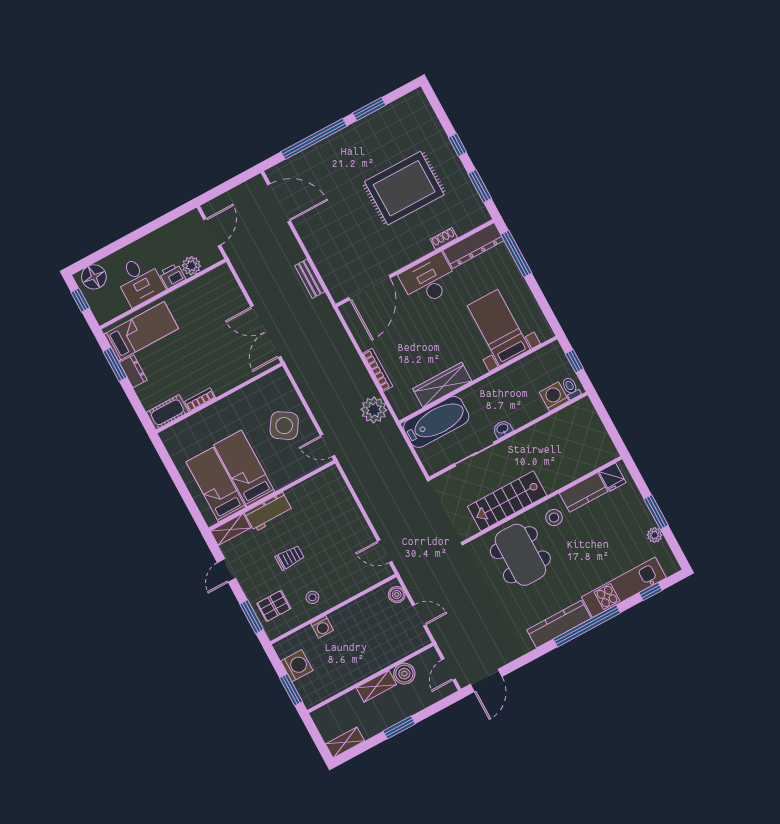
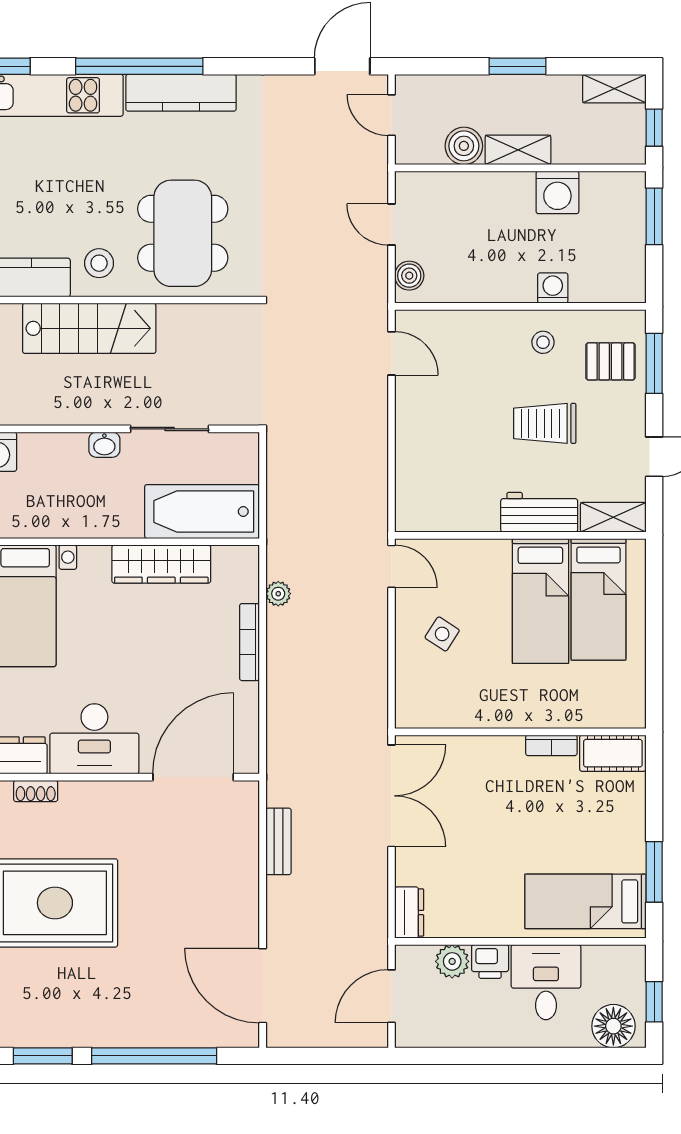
dresser: (133, 371) -> (409, 913), moved, turned 180
plant: (374, 410) -> (278, 594), width x0.53, depth x0.53
side table: (284, 426) -> (442, 634), width x0.54, depth x0.54
stairs: (507, 501) -> (89, 328), moved
trolley: (290, 558) -> (545, 423), width x1.36, depth x1.39
washing machine: (297, 666) -> (557, 192), moved, turned -90
door: (449, 669) -> (391, 115), swing flipped
window: (315, 734) -> (654, 128), added

